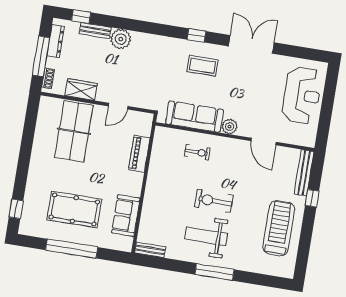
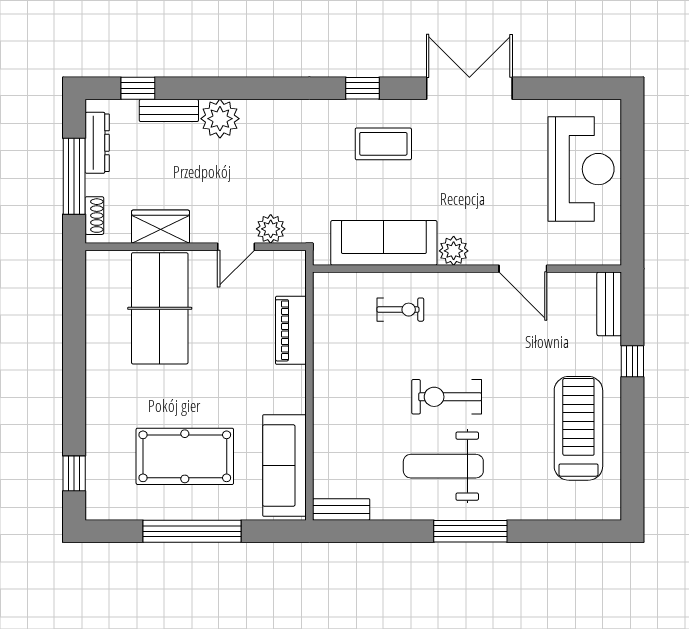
plant: (137, 100) -> (271, 229), added
bench: (304, 173) -> (609, 304), width x0.73
sofa: (126, 216) -> (284, 465), width x1.36

